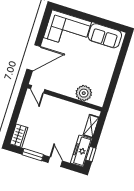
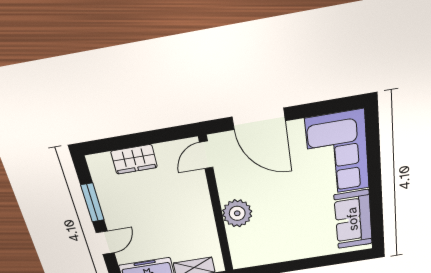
plant: (84, 93) -> (237, 213), moved
wardrobe: (19, 136) -> (134, 159), moved

